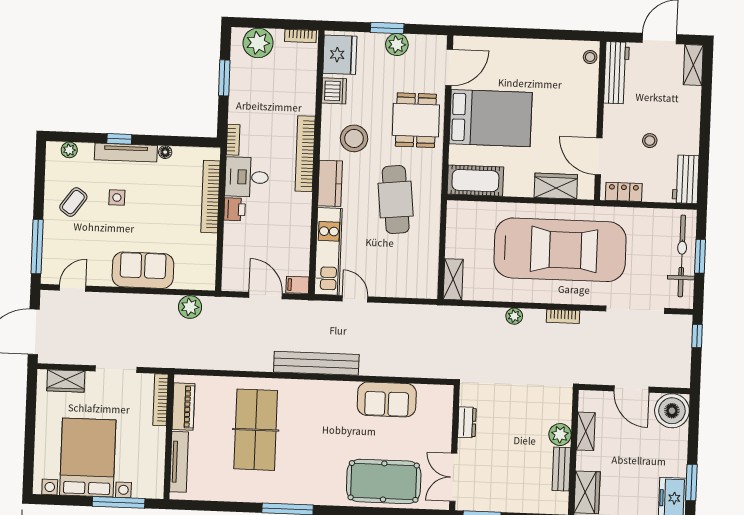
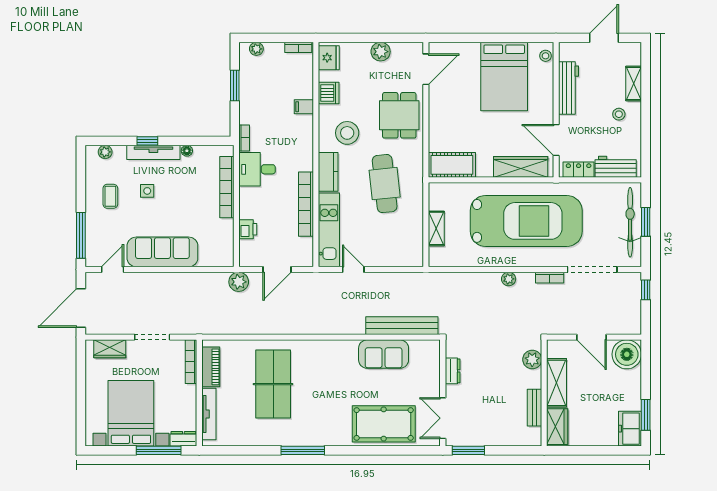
window: (387, 28) -> (372, 38), removed
plant: (258, 43) -> (256, 49), width x0.53, depth x0.53
fridge: (340, 55) -> (329, 58), width x0.73, depth x0.75
shelving: (693, 65) -> (634, 83), moved
workbench: (616, 73) -> (568, 88), moved
bed: (491, 118) -> (504, 76), moved, turned 90
stool: (650, 141) -> (619, 114), moved
bookcase: (305, 154) -> (306, 204), moved
workbench: (686, 179) -> (616, 167), moved, turned 90
wardrobe: (556, 186) -> (521, 167), width x1.50
coffee table: (73, 202) -> (110, 196), turned -36
printer: (234, 209) -> (248, 229), moved
sofa: (143, 270) -> (162, 252), width x1.36
shelving: (453, 279) -> (436, 228), moved
filing cabinet: (297, 285) -> (304, 107), moved
door: (266, 295) -> (277, 269), swing flipped
plant: (190, 307) -> (239, 282), moved
plant: (514, 316) -> (509, 279), moved
bookcase: (563, 316) -> (550, 278), moved
bench: (316, 363) -> (402, 326), moved
shelving: (586, 431) -> (557, 383), width x1.50, depth x1.33
plant: (560, 435) -> (532, 359), moved
dresser: (148, 490) -> (183, 439), added

